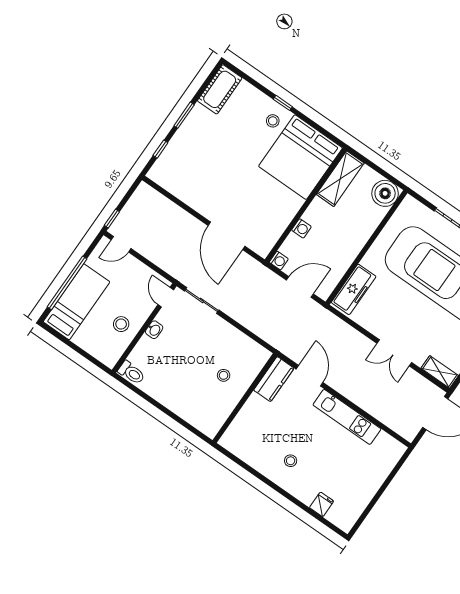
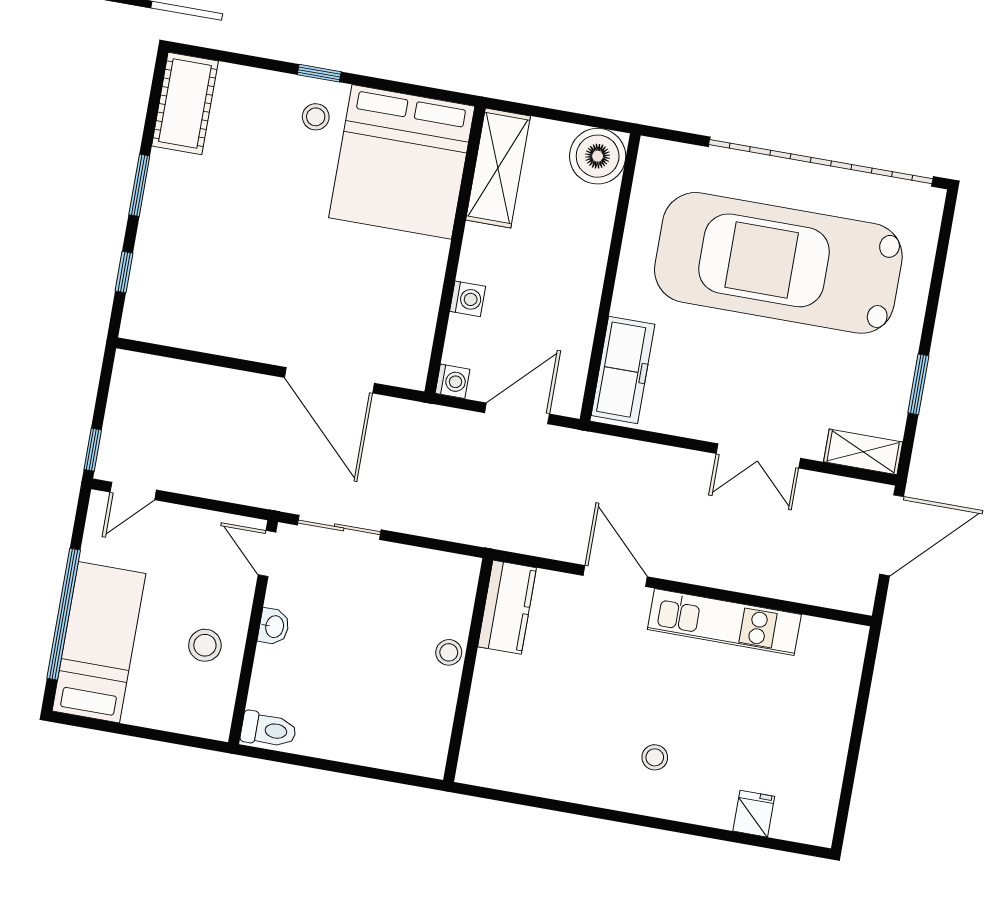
kitchen counter: (274, 379) -> (507, 607), moved
wall: (245, 398) -> (468, 670), moved

